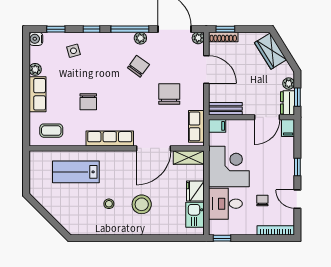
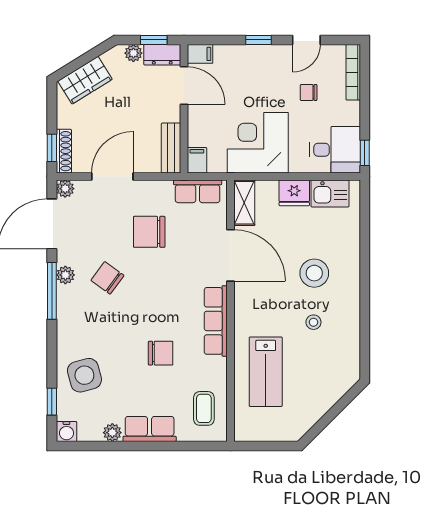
window: (91, 29) -> (52, 348), removed
side table: (73, 51) -> (84, 375), width x1.87, depth x1.87
desk: (225, 204) -> (335, 150), moved, turned -90

